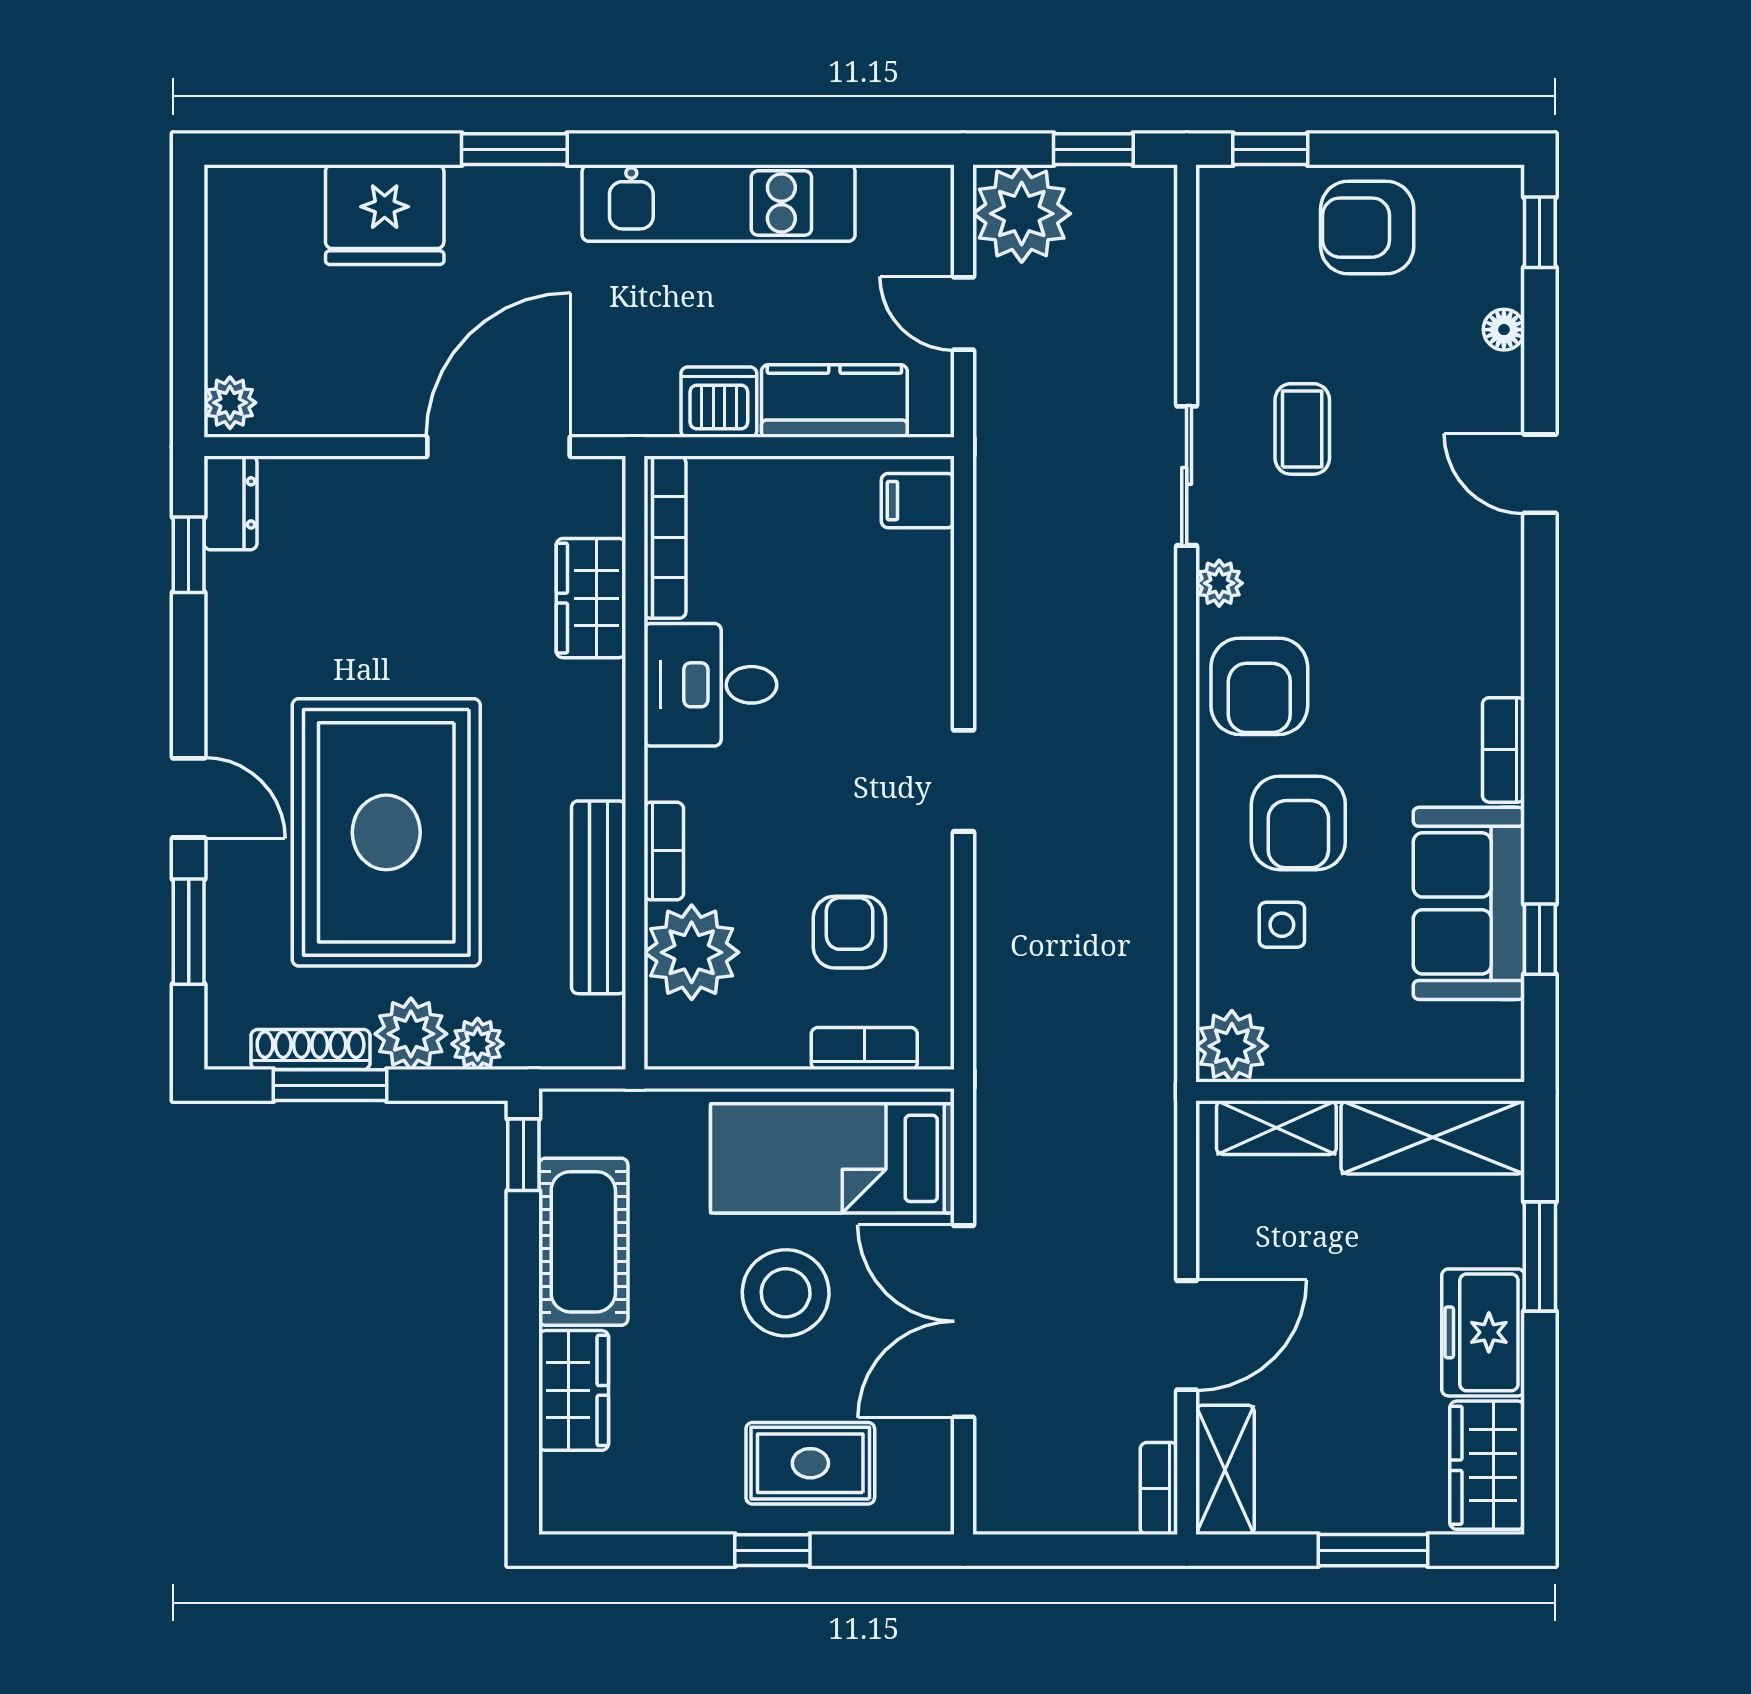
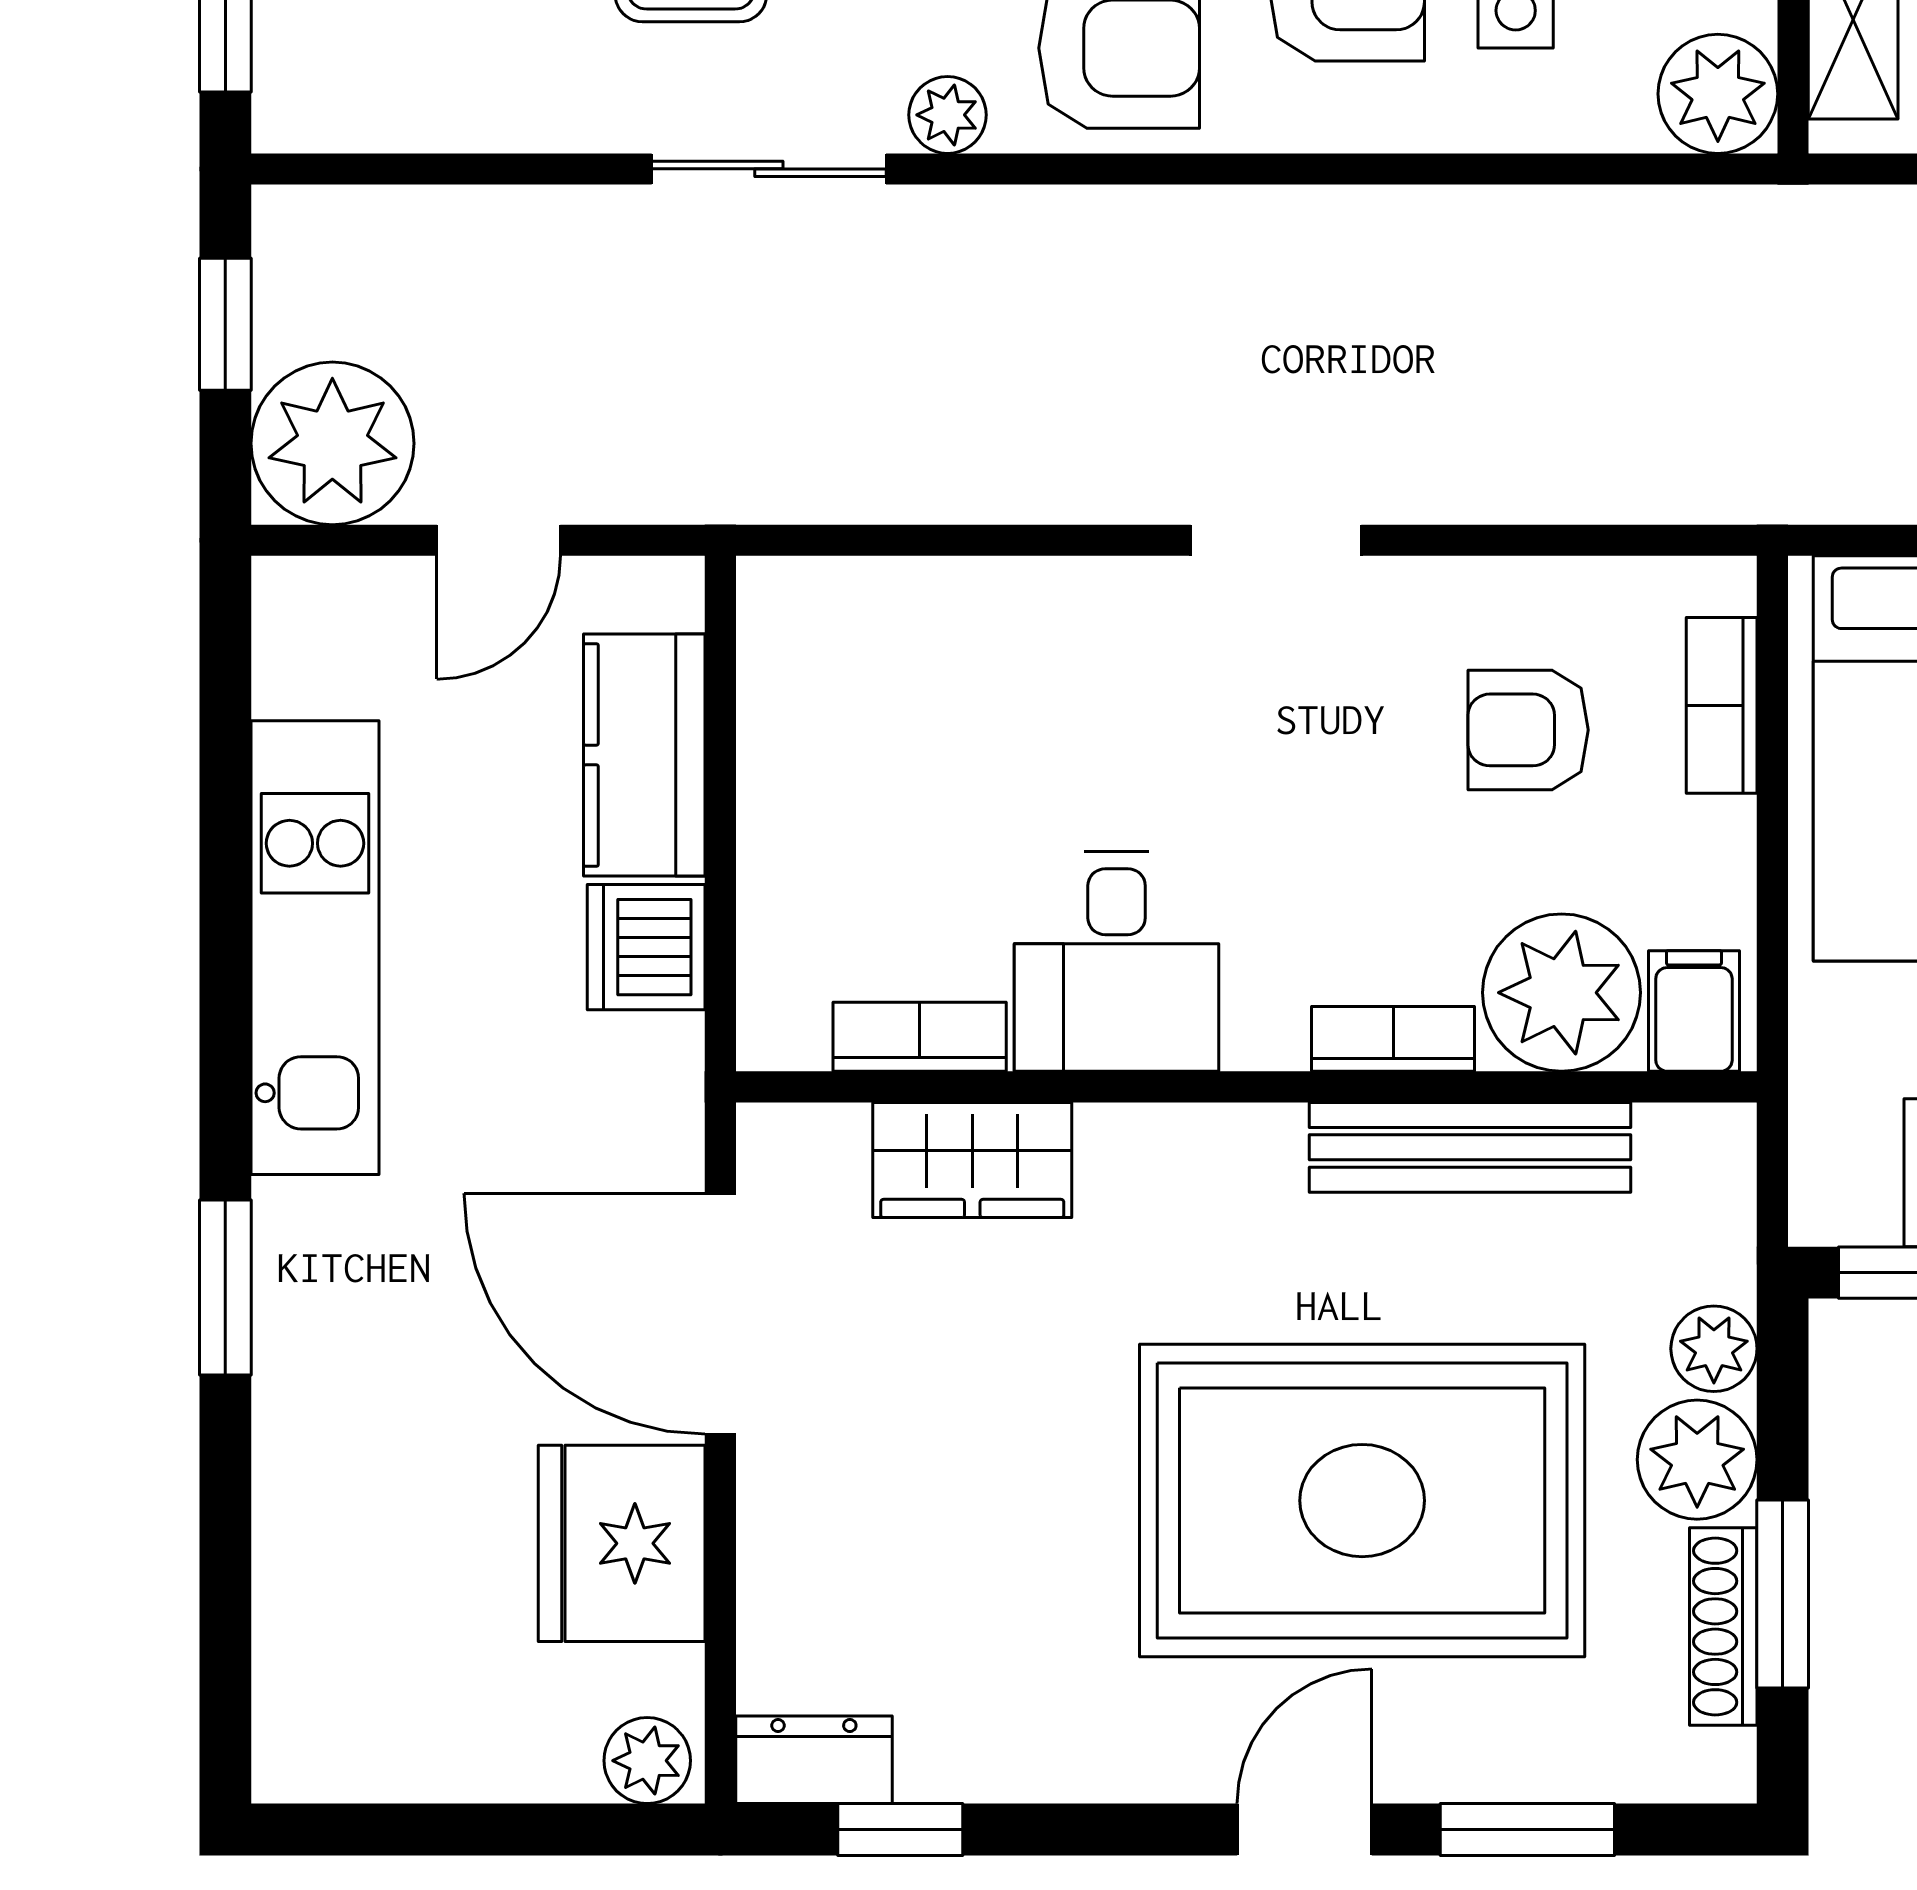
fridge: (385, 215) -> (622, 1543), moved, turned 180
filing cabinet: (918, 501) -> (1694, 1011), moved, turned 180
bookcase: (665, 537) -> (920, 1037), width x0.64

